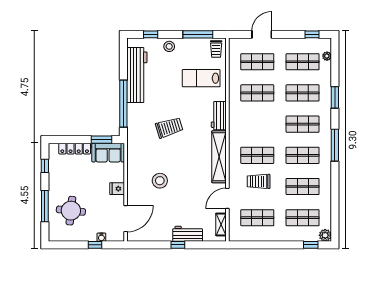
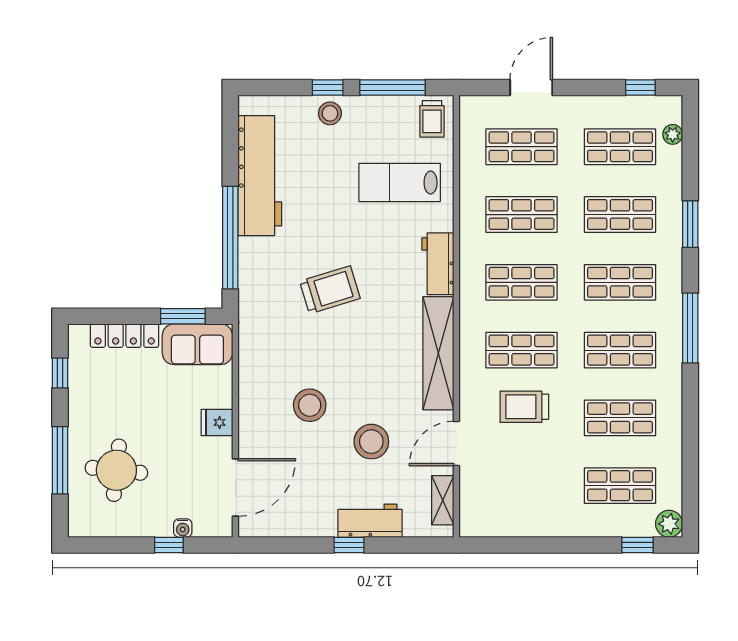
window: (151, 34) -> (328, 87), moved
stool: (188, 197) -> (371, 442), added
shop shelf: (257, 218) -> (522, 282), moved

